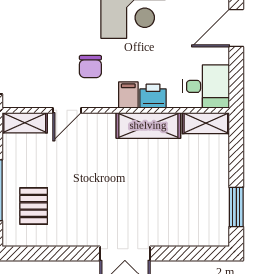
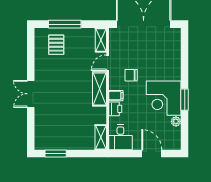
door: (67, 110) -> (108, 63), hinge flipped
shelving: (148, 125) -> (100, 89), moved
pallet: (34, 206) -> (56, 45), turned 90

